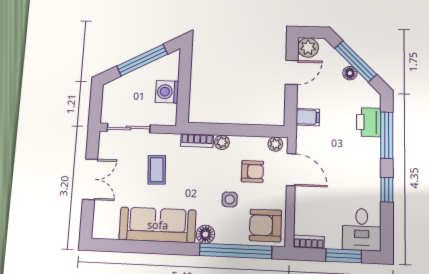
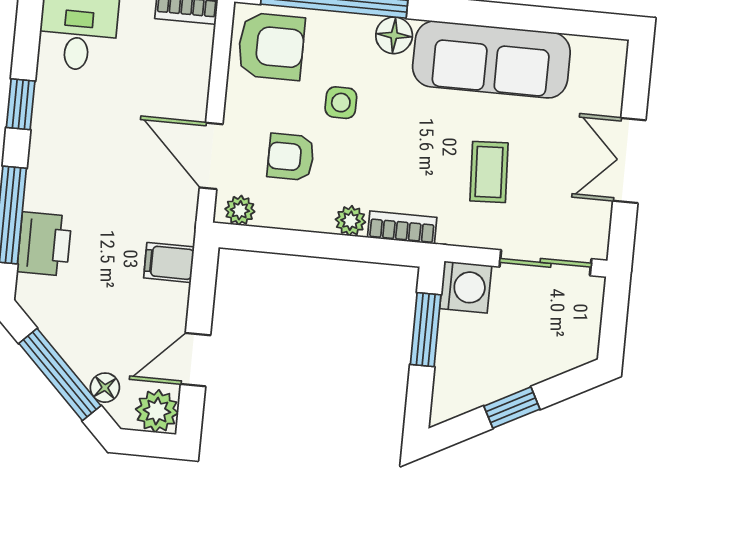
window: (142, 60) -> (512, 408), width x0.46
floor lamp: (350, 73) -> (105, 388), moved
washing machine: (167, 92) -> (466, 287), moved
window: (184, 93) -> (426, 330), added

